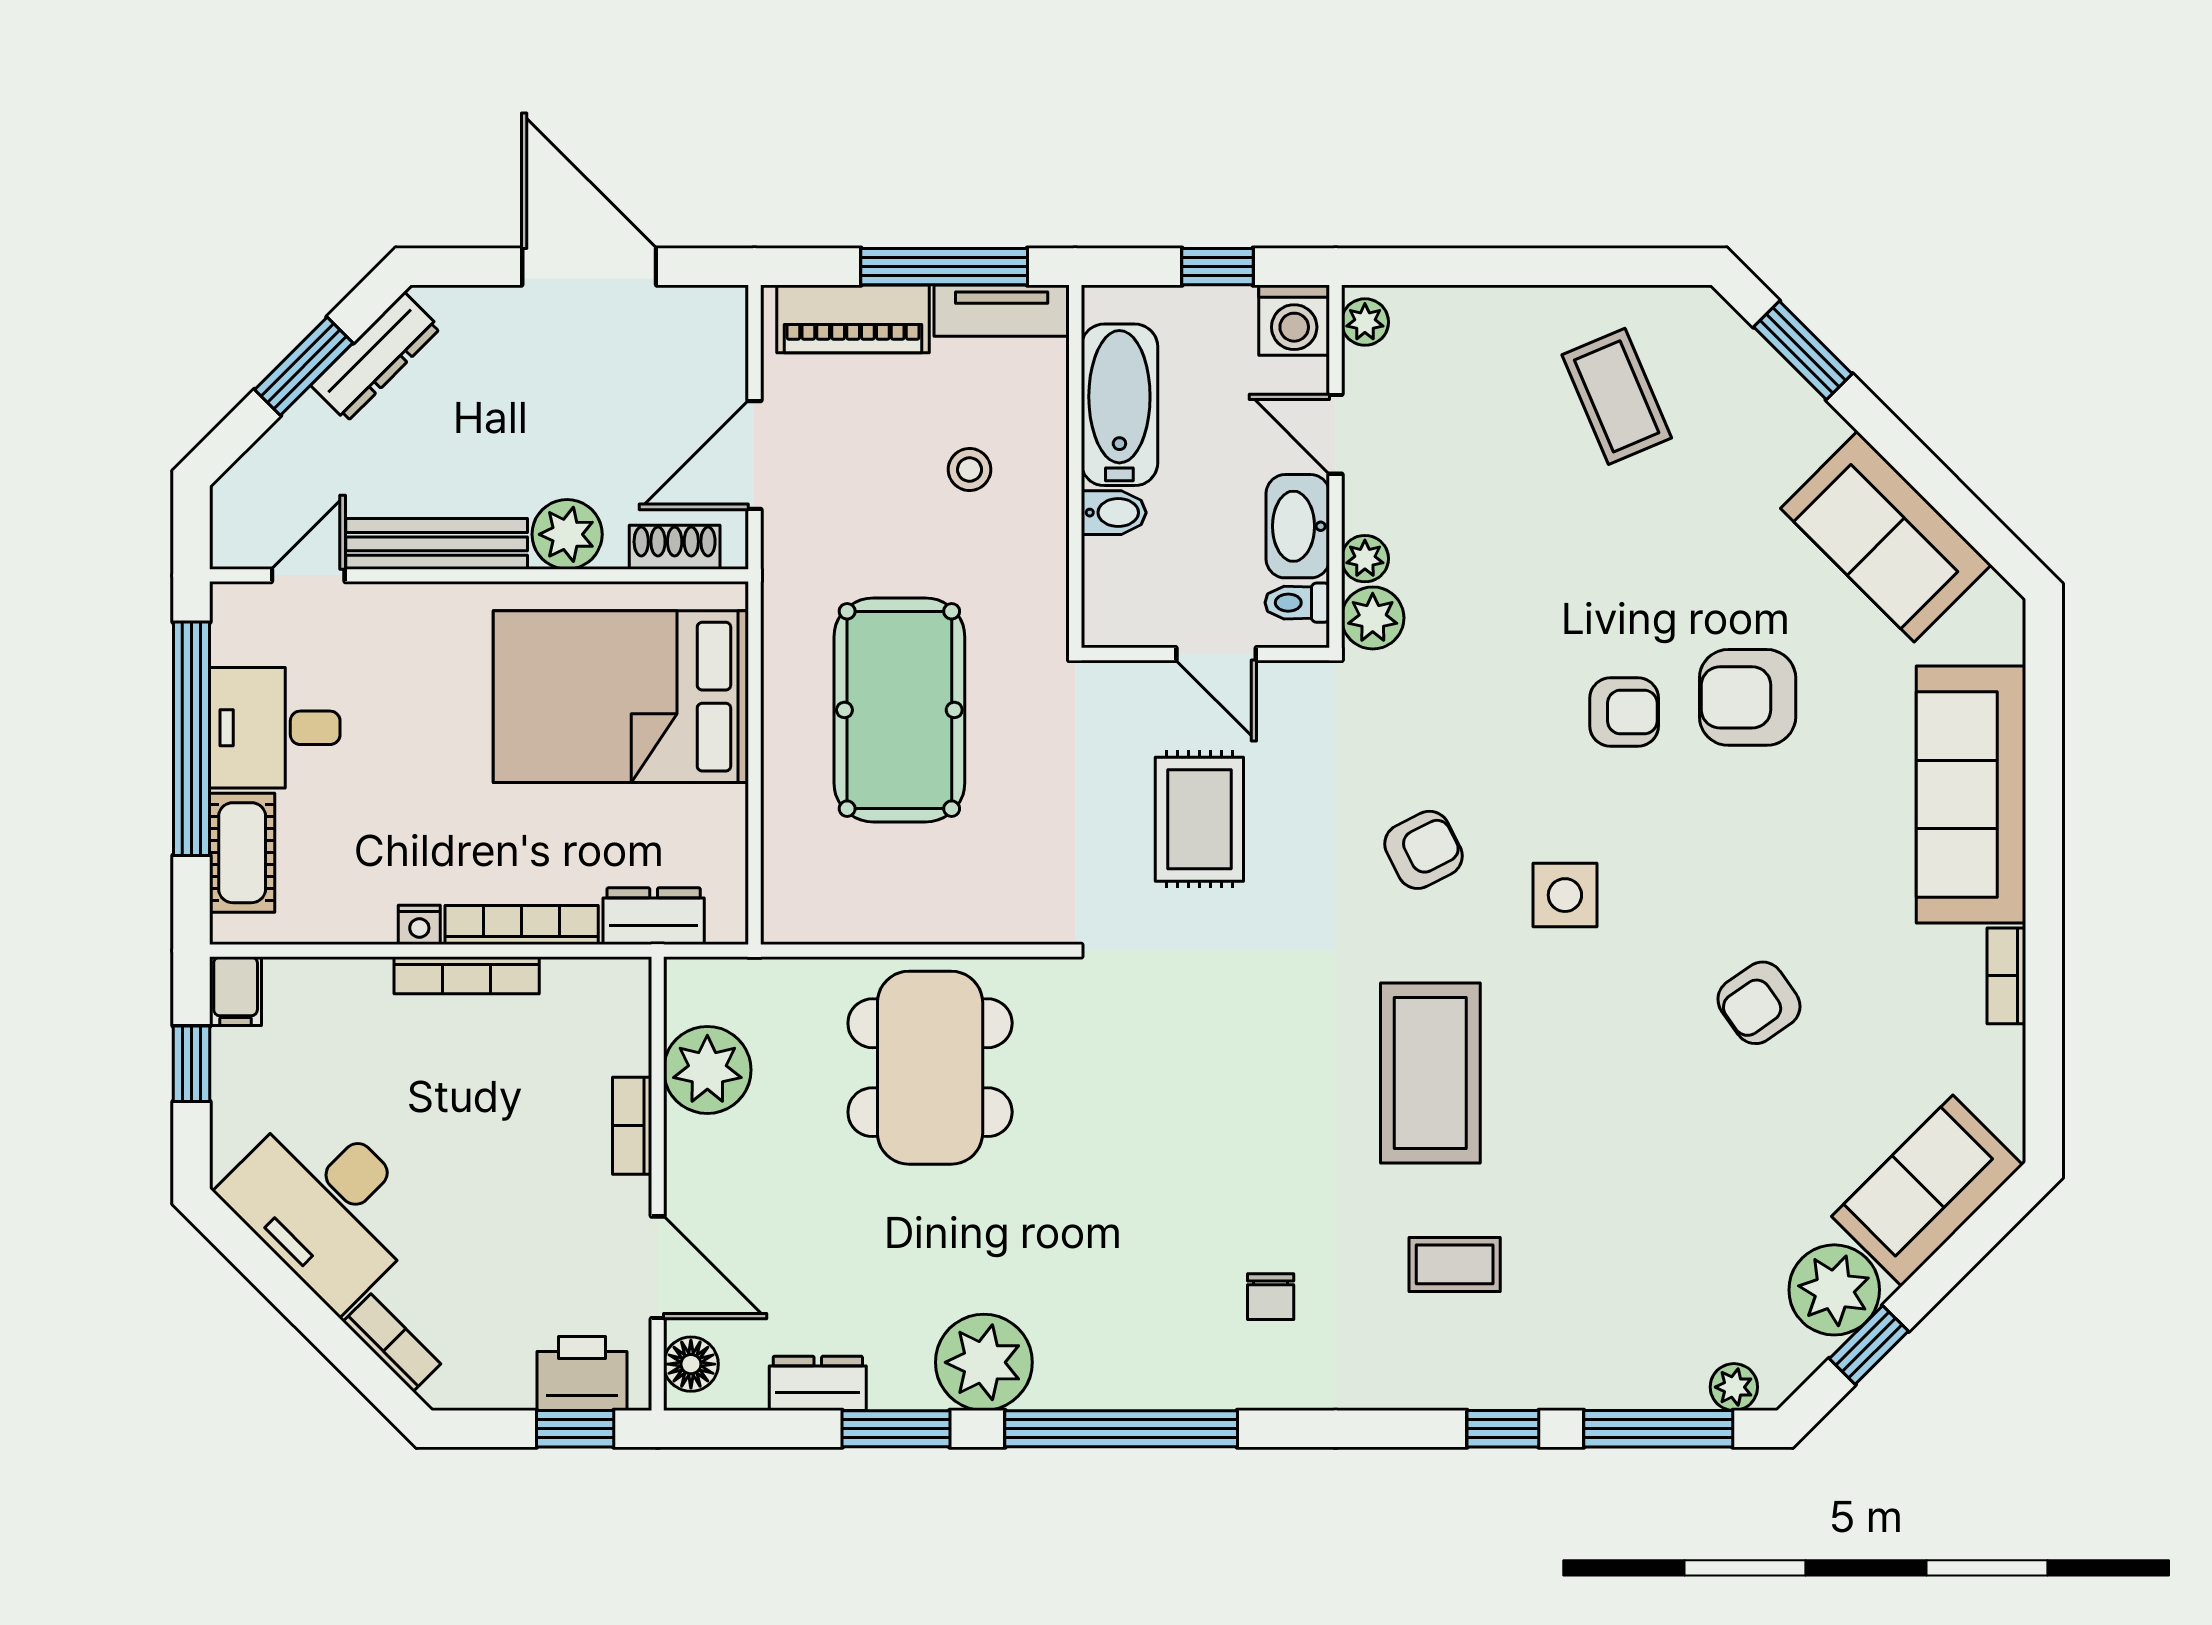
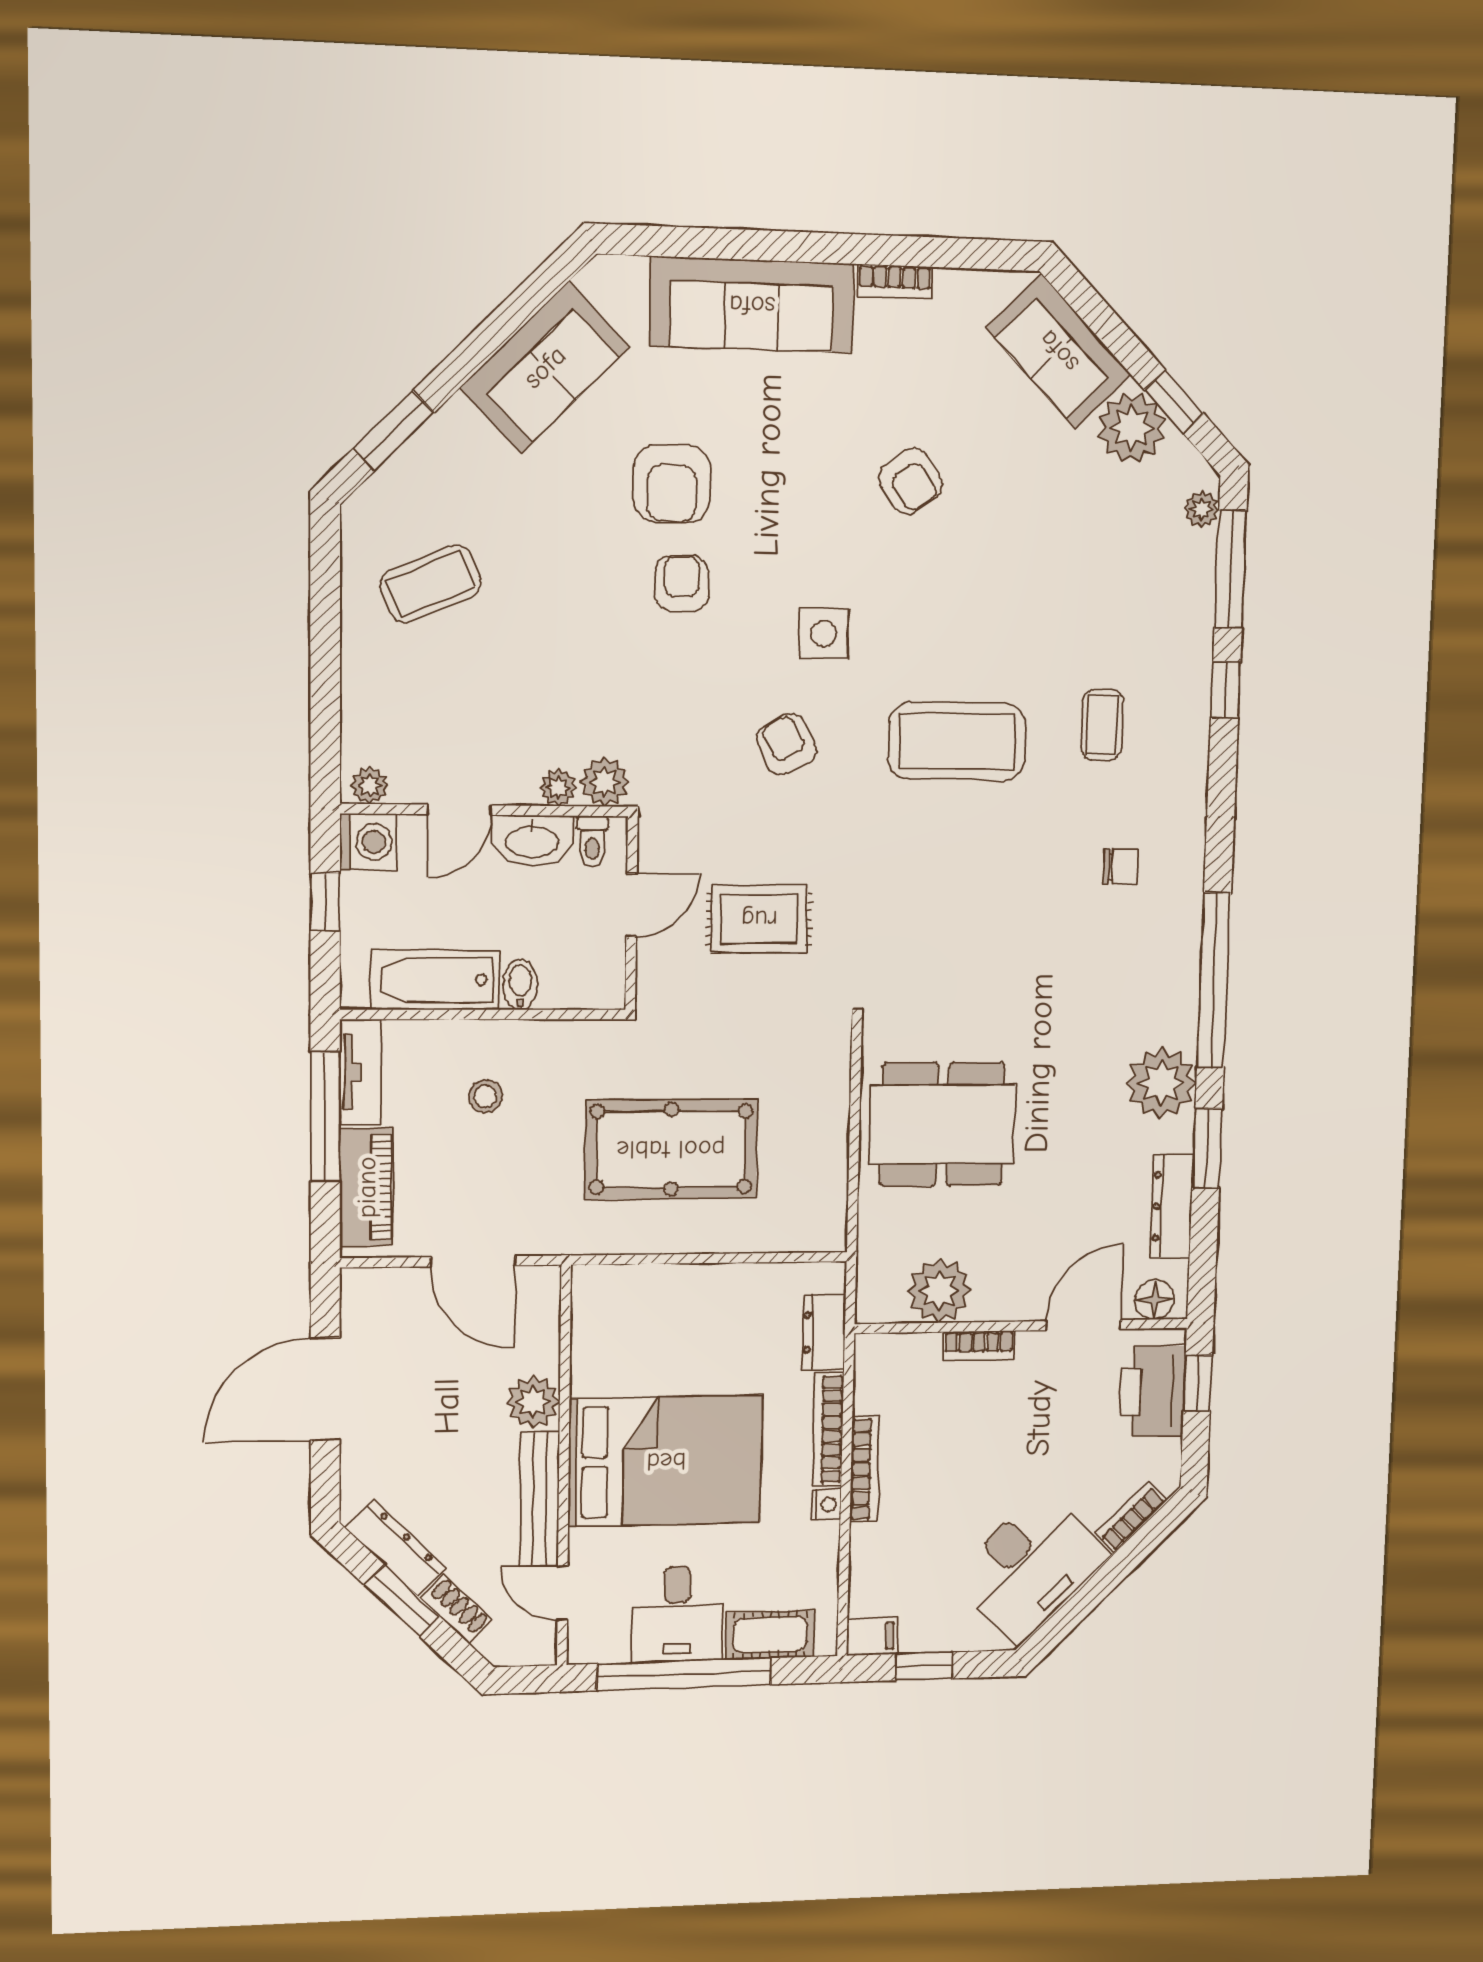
shoe rack: (675, 547) -> (456, 1609), moved, turned 135
bed: (621, 697) -> (666, 1461), moved, turned -90
printer: (582, 1374) -> (1153, 1391), width x1.37, depth x1.19
dresser: (818, 1383) -> (1172, 1206), width x1.44

